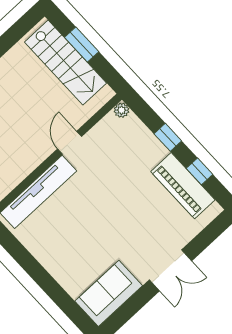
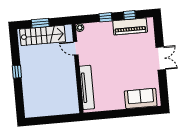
door: (70, 143) -> (76, 48), moved
sofa: (109, 293) -> (141, 98), moved, turned 90

